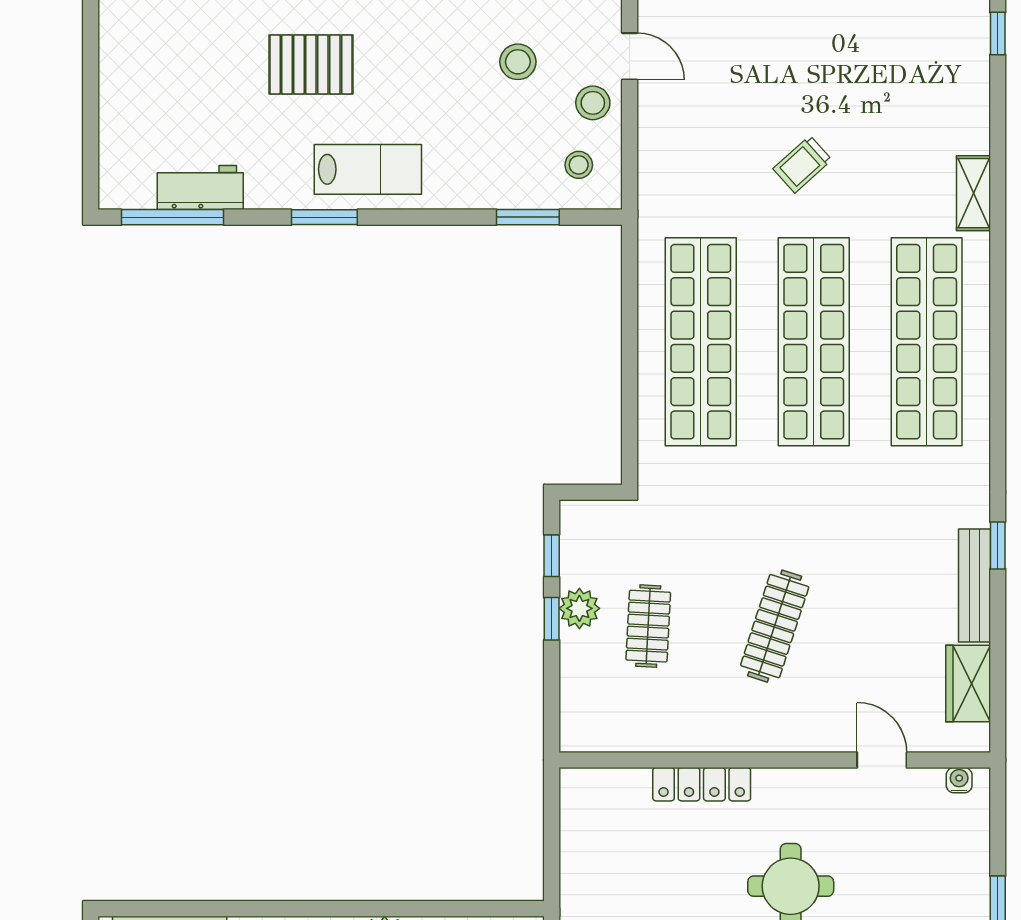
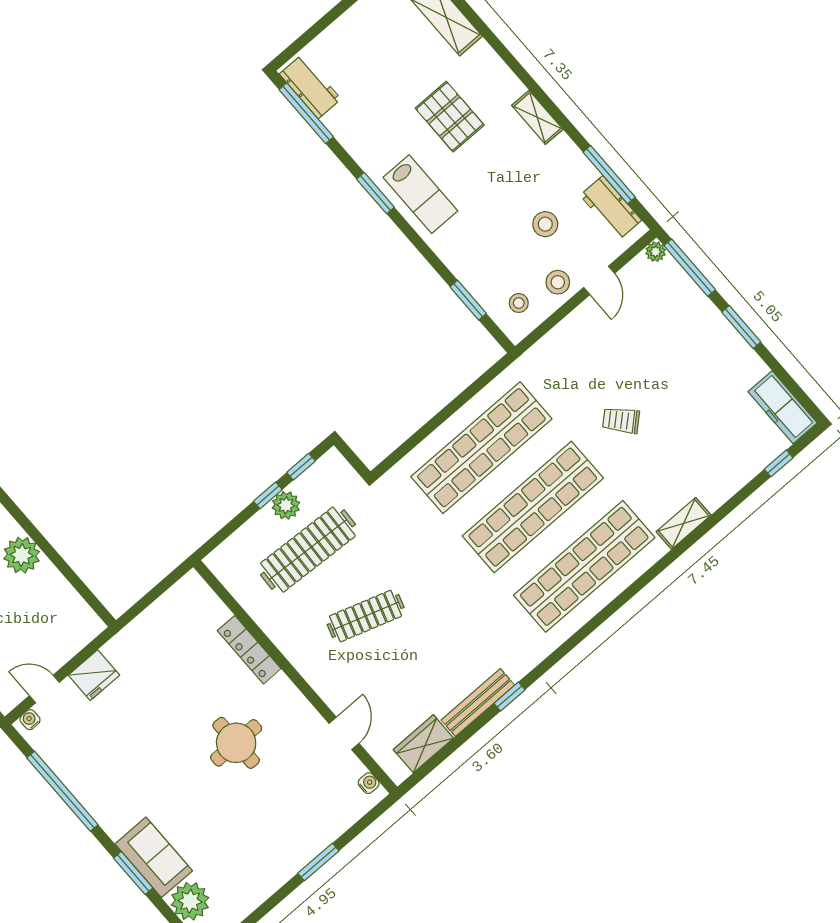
workbench: (200, 188) -> (310, 86), moved
clothes rail: (648, 626) -> (308, 550), width x1.86, depth x1.31

